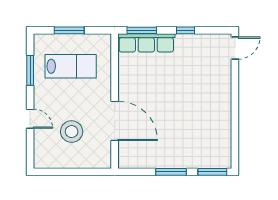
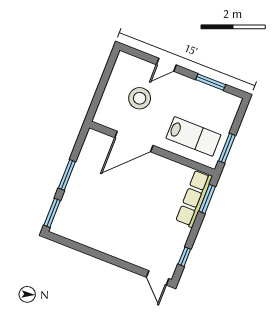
window: (69, 30) -> (227, 148), moved
window: (186, 30) -> (184, 257), moved
lab bench: (71, 66) -> (193, 136), moved, turned -90

